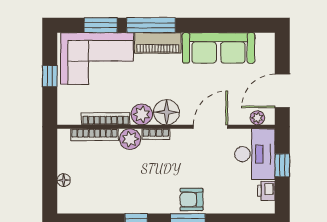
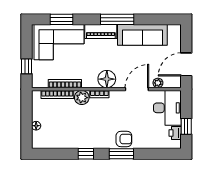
window: (151, 25) -> (117, 19), moved
window: (50, 76) -> (27, 66), moved
plant: (142, 114) -> (90, 81), removed
plant: (257, 118) -> (158, 83), moved
window: (282, 165) -> (186, 126), moved
armchair: (192, 200) -> (124, 139), turned 180

